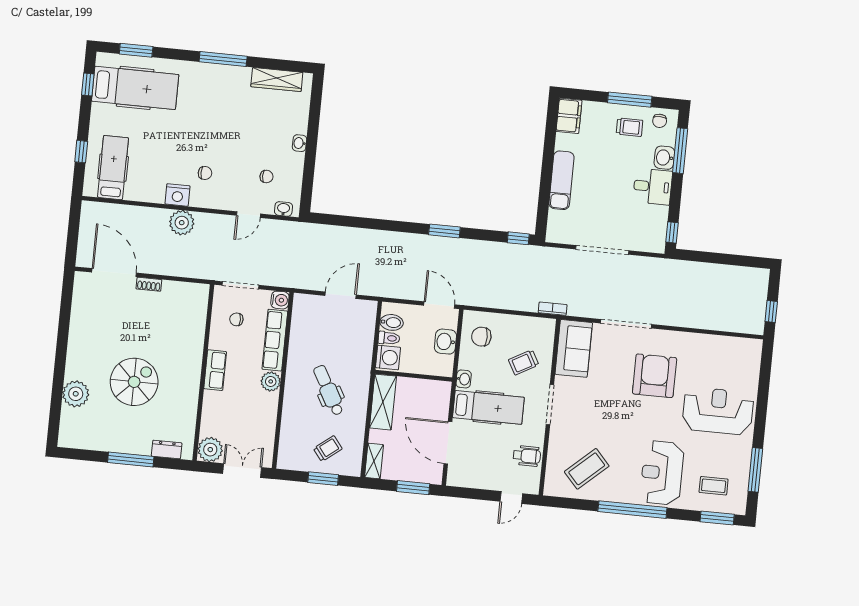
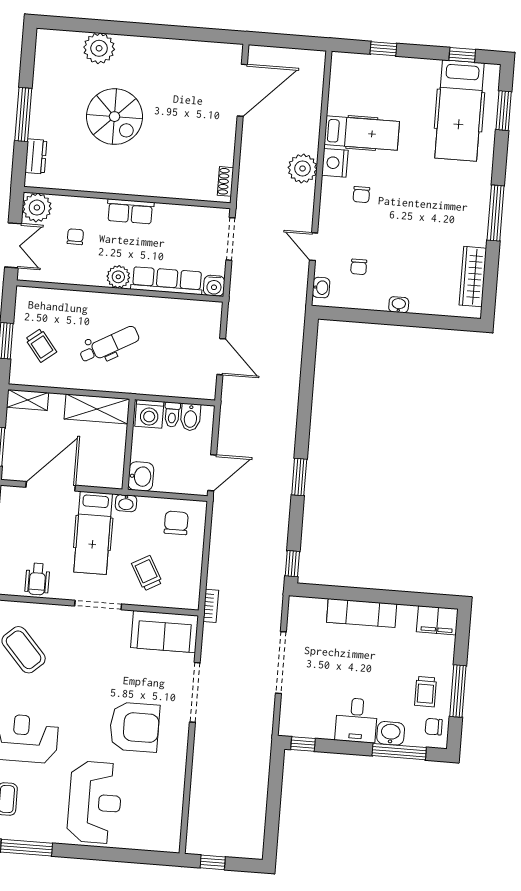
hospital bed: (113, 168) -> (362, 133), moved
shoe rack: (149, 284) -> (225, 181), moved
chair: (236, 319) -> (75, 237), moved
washbasin: (445, 342) -> (141, 476), moved, turned 90

